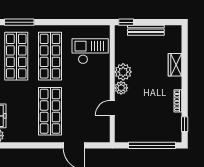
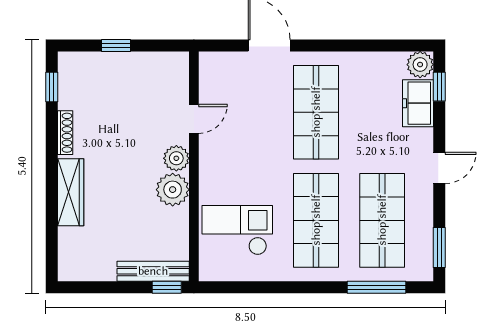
bench: (146, 30) -> (153, 271), moved
checkout: (90, 51) -> (237, 230), turned 180
wardrobe: (175, 65) -> (71, 192), width x1.50
window: (152, 145) -> (116, 45), width x0.32

